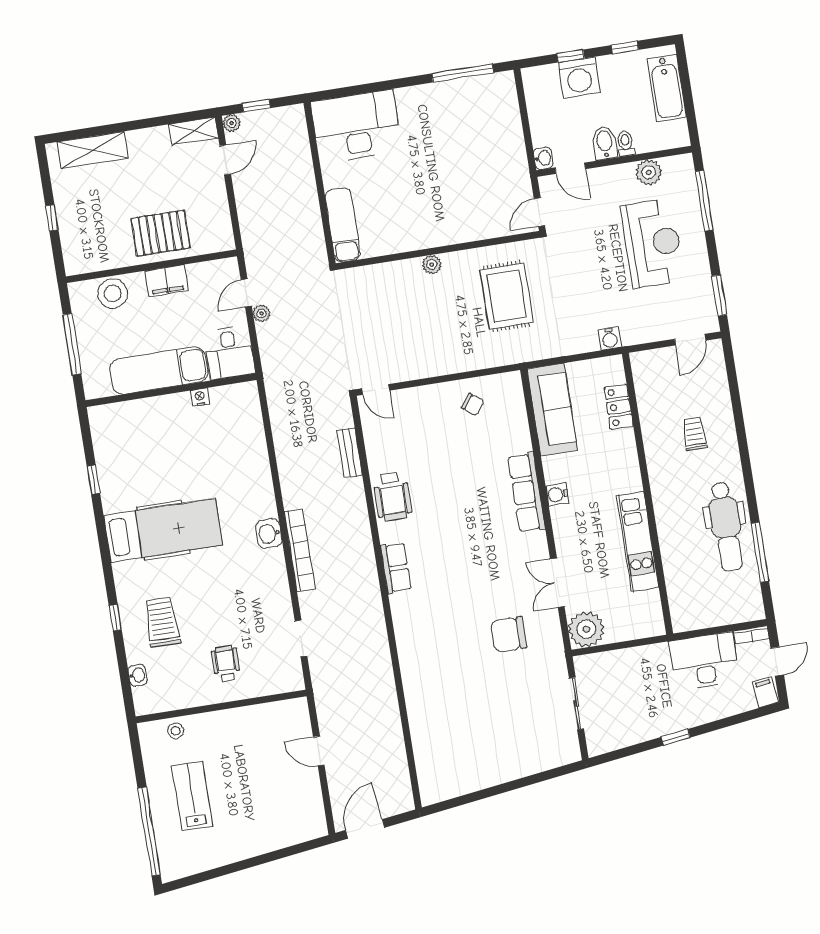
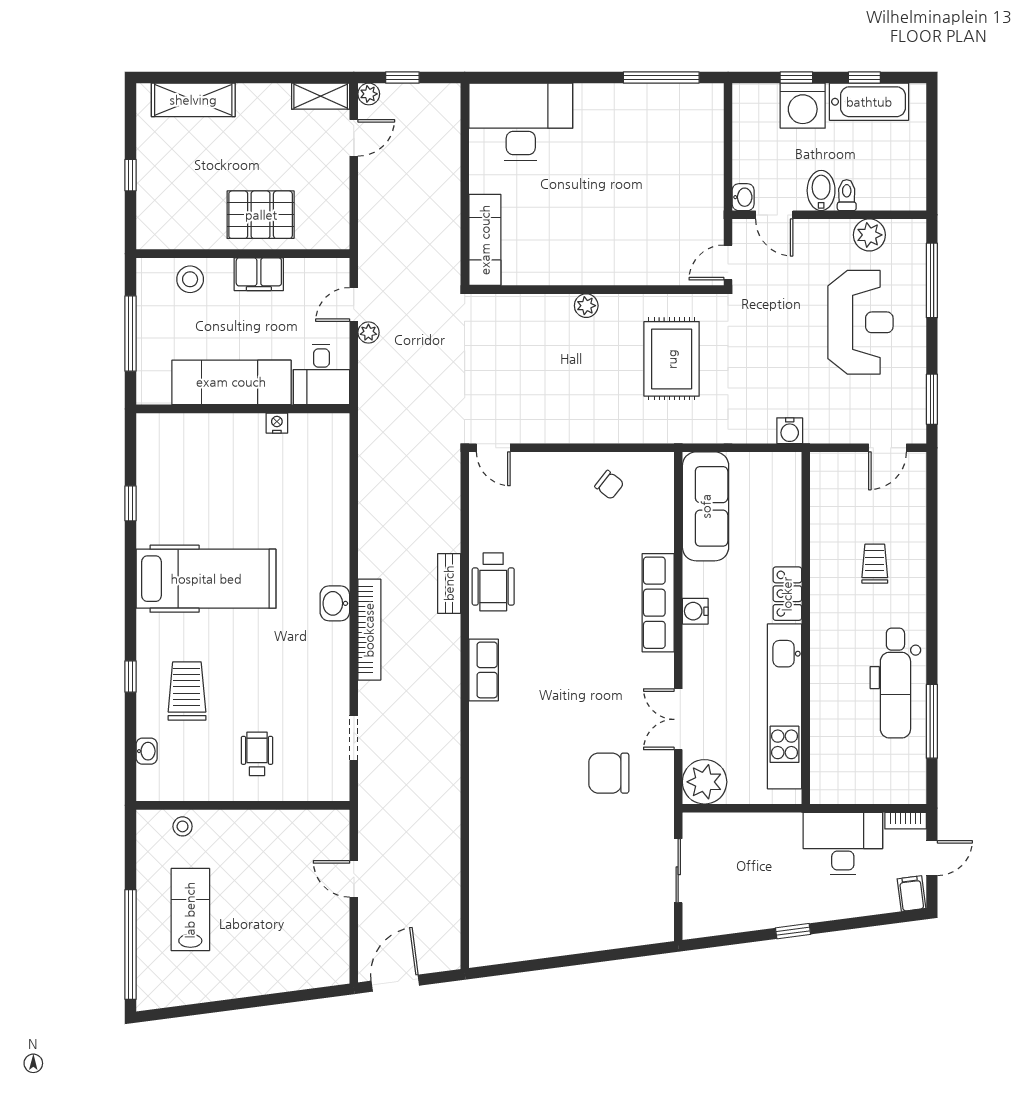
bathtub: (667, 88) -> (869, 102), moved, turned -90
stool: (113, 293) -> (190, 279), width x0.73, depth x0.73
locker: (619, 407) -> (787, 594), moved
bench: (350, 453) -> (449, 583), moved
kitchen unit: (638, 541) -> (785, 706), width x1.36

